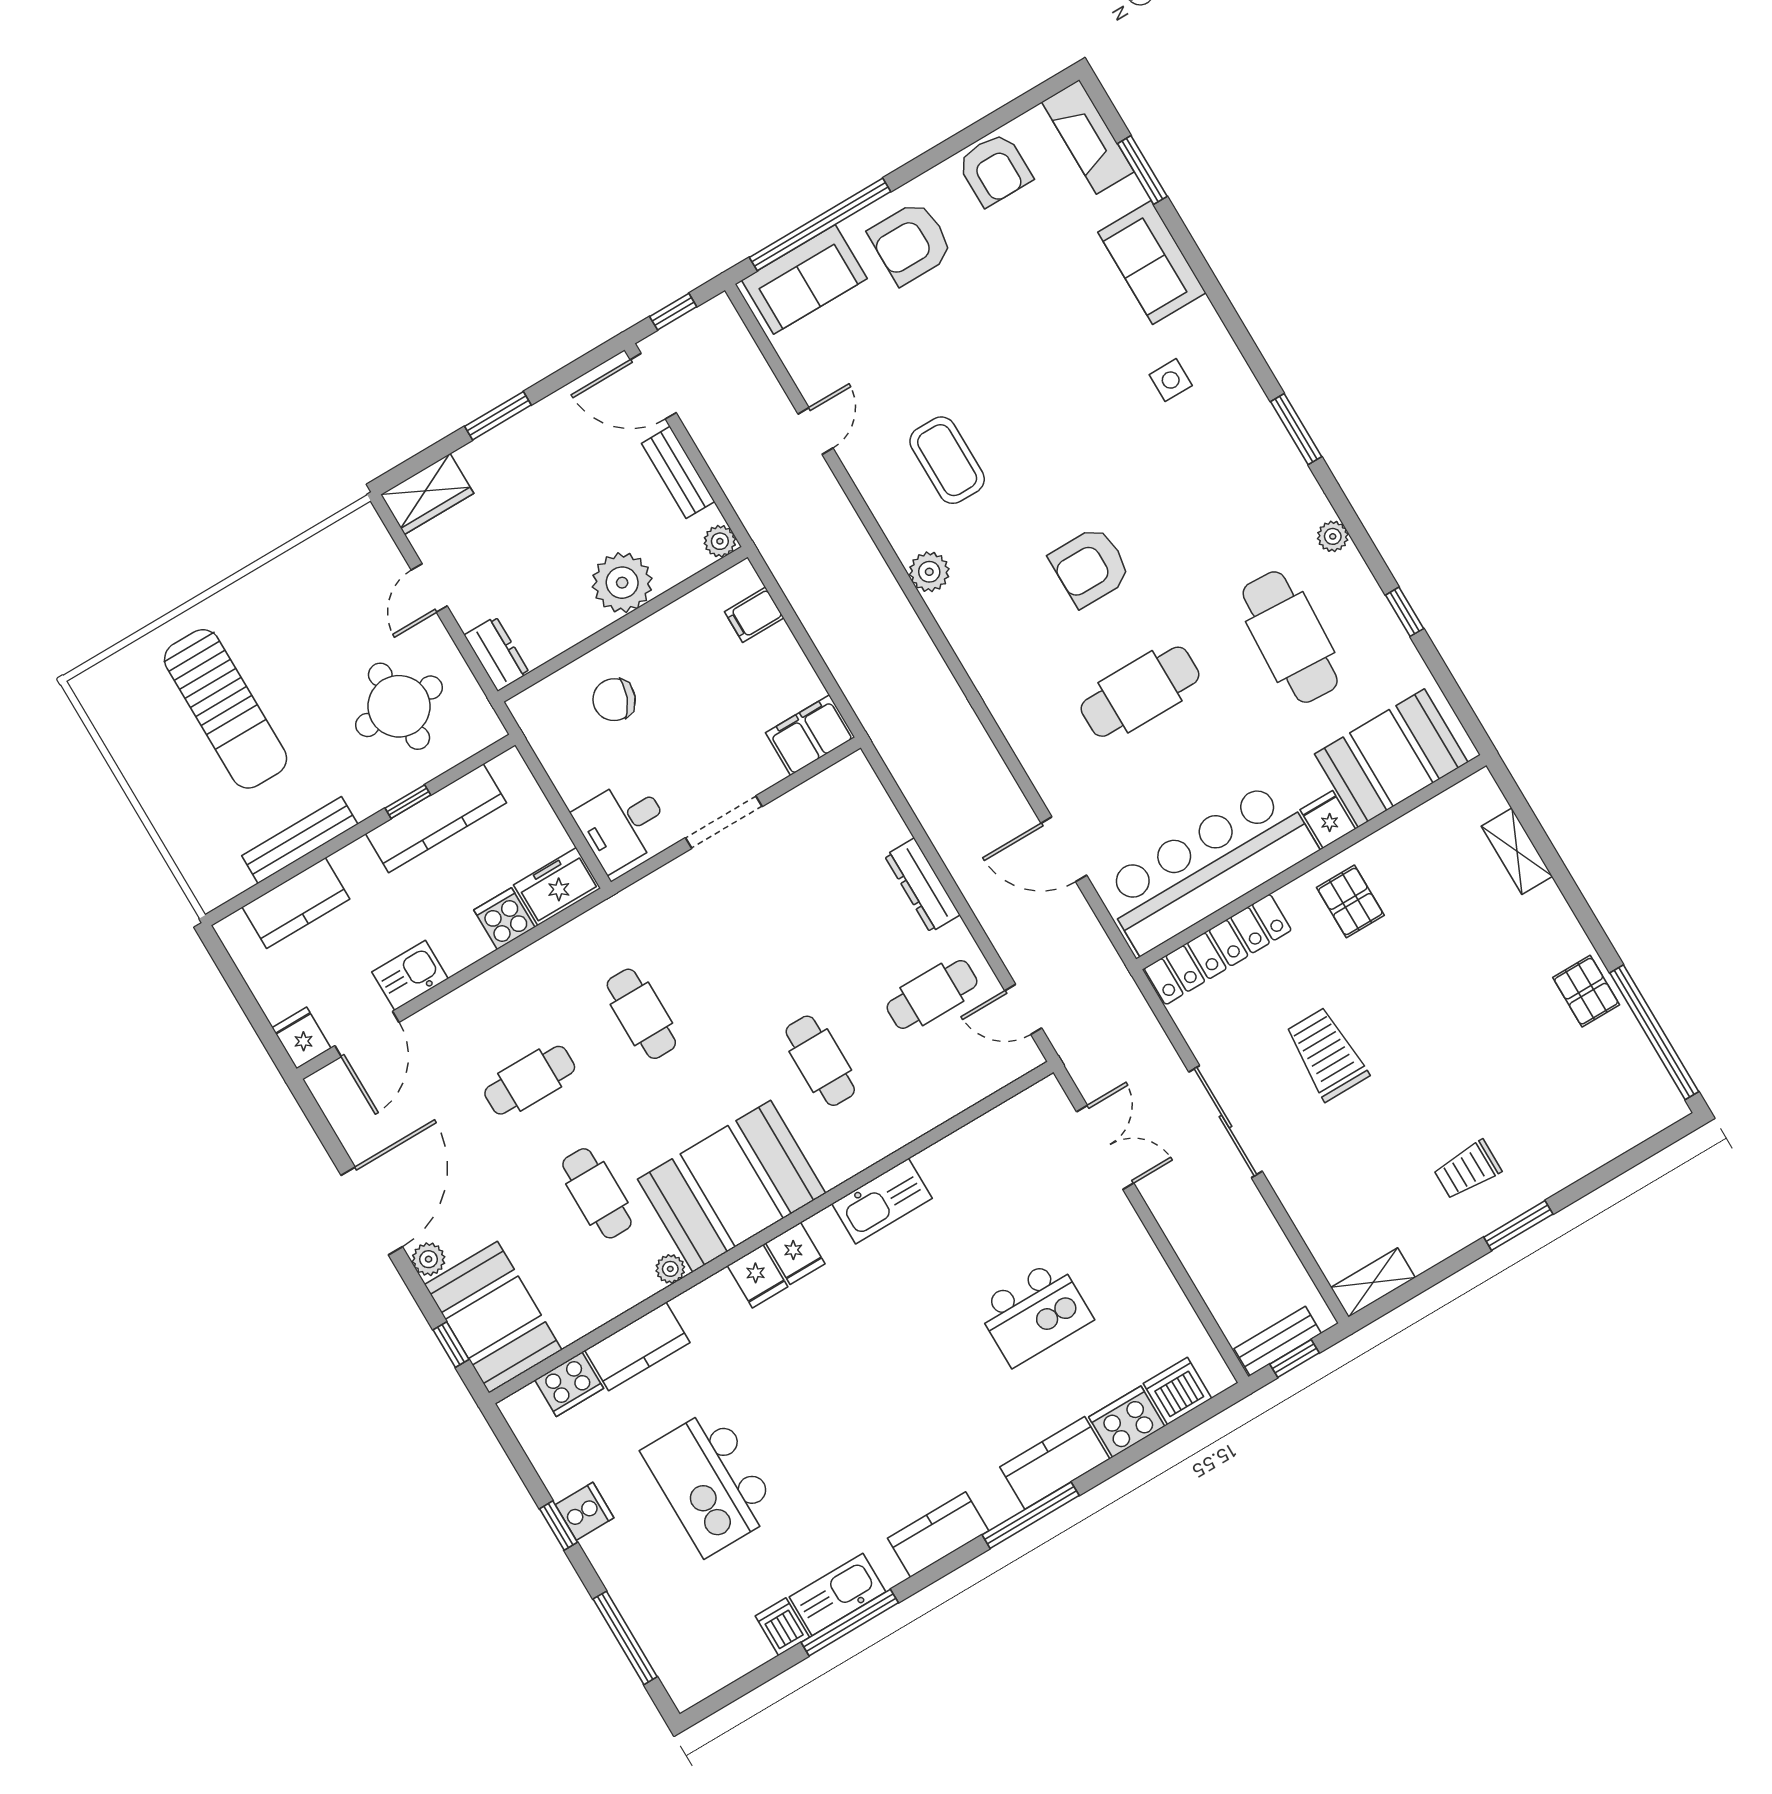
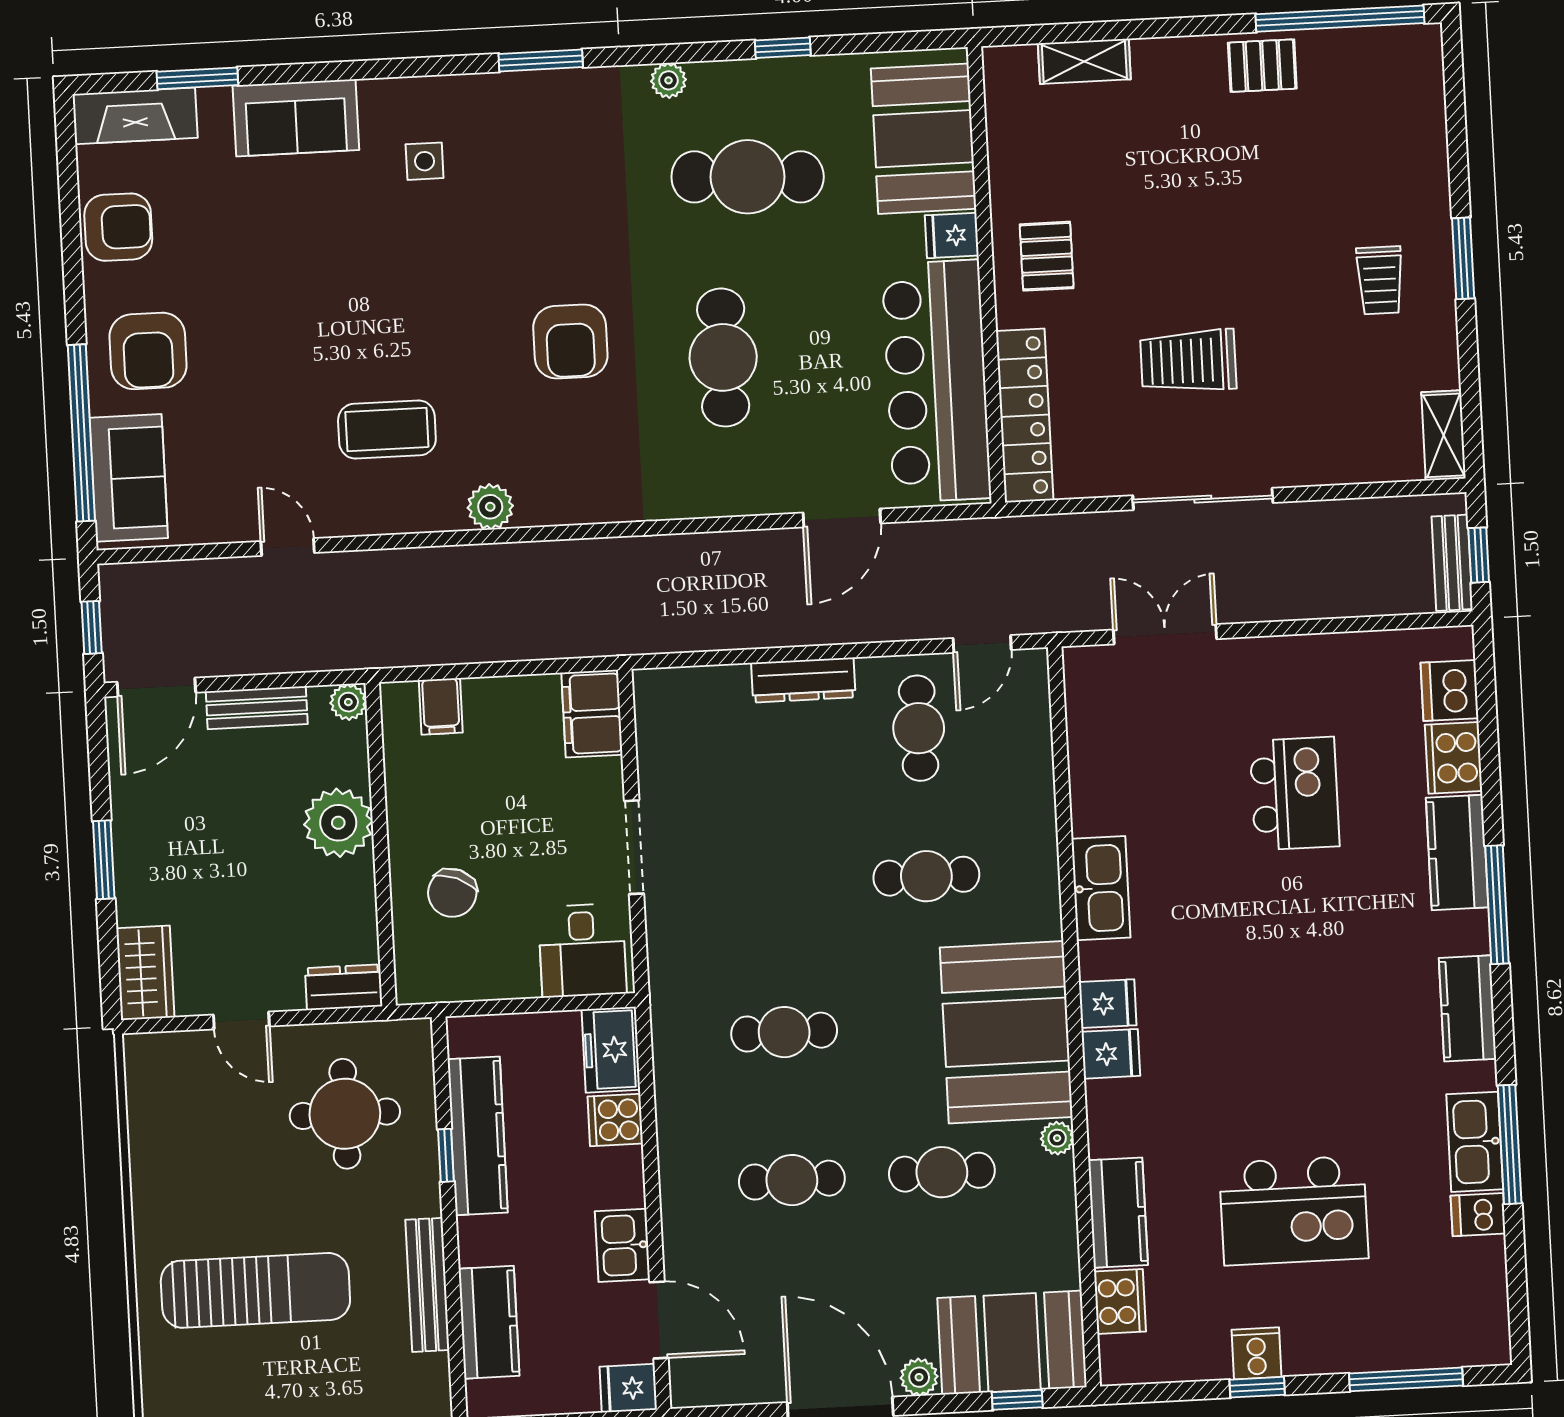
pallet: (1350, 901) -> (1047, 256), turned 90
cafe table: (530, 1080) -> (792, 1180), turned 90

